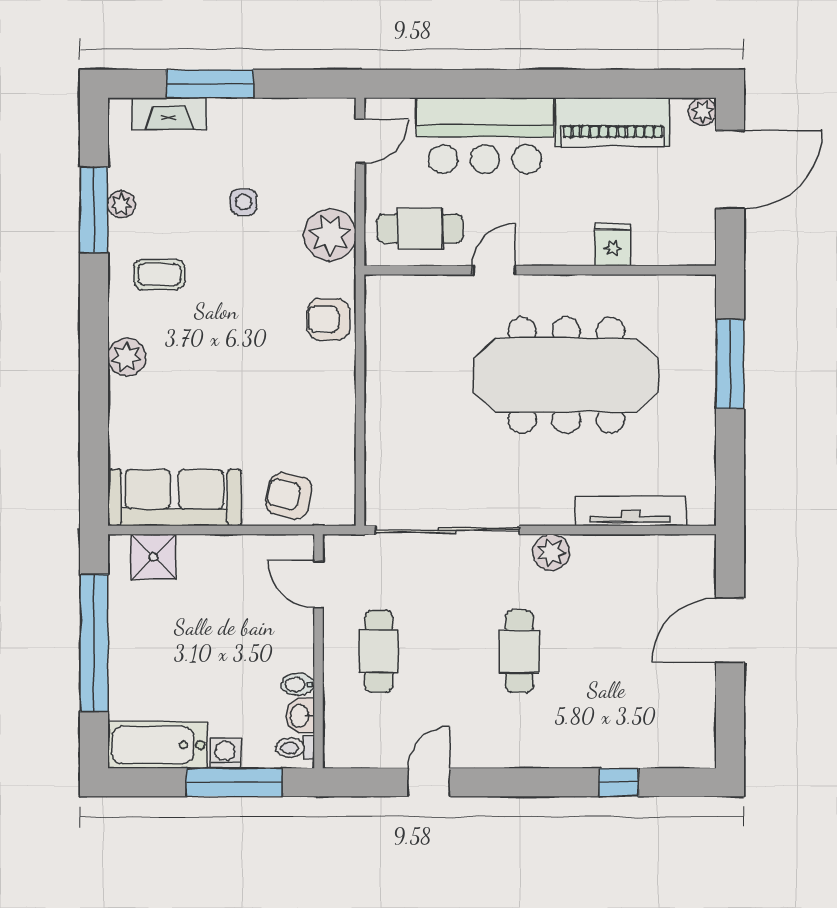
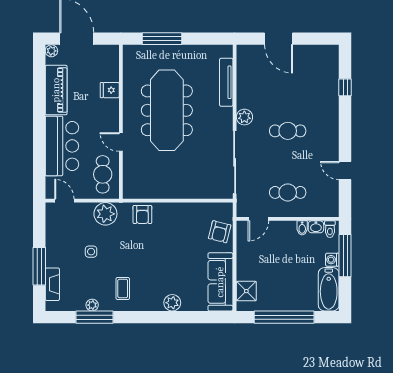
plant: (127, 357) -> (172, 303), moved

